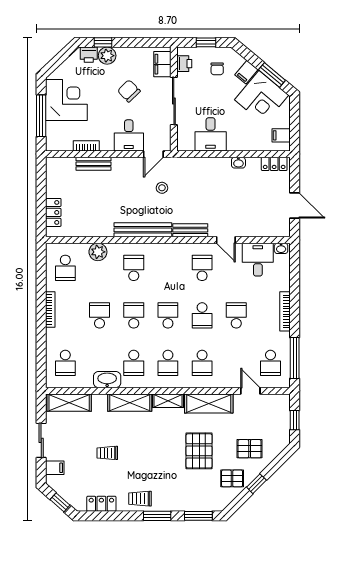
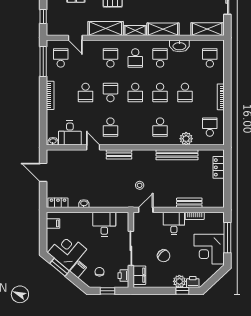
desk: (129, 135) -> (174, 223), moved
bench: (143, 230) -> (177, 155), moved
school desk: (168, 363) -> (135, 58), turned 180

